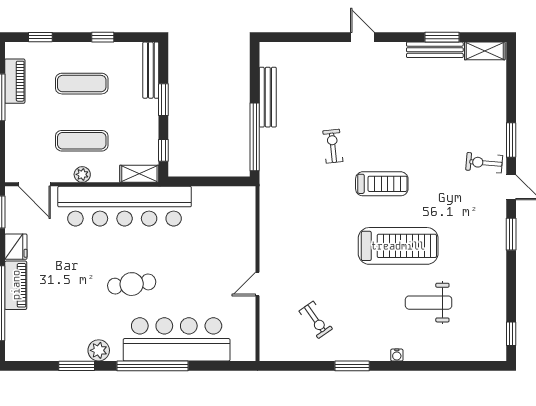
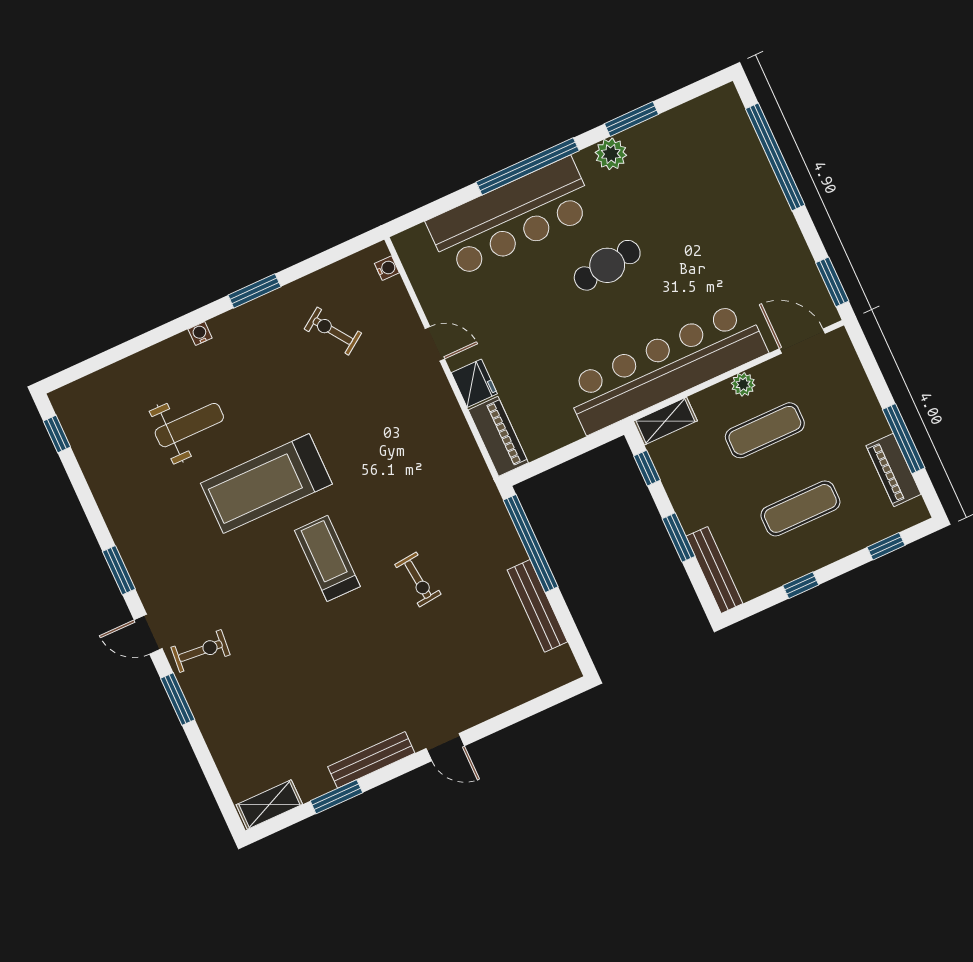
bench: (435, 50) -> (371, 760), moved
treadmill: (382, 184) -> (327, 558), turned 90
fridge: (16, 247) -> (474, 383), moved, turned 180
door: (257, 284) -> (435, 344), hinge flipped
piano: (16, 285) -> (498, 436), moved, turned 180
water cooler: (266, 343) -> (387, 268), added

